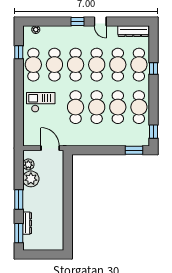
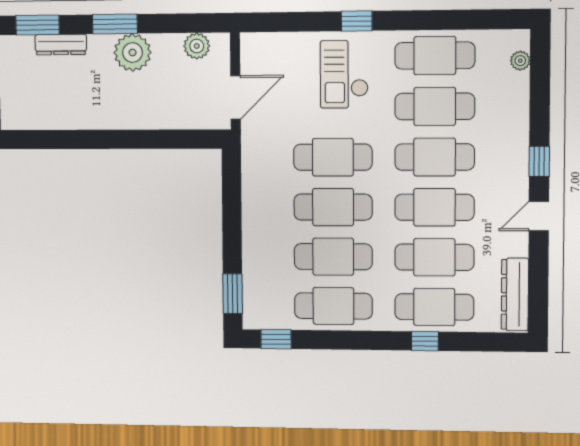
window: (19, 52) -> (357, 21), moved
checkout: (41, 102) -> (344, 74), turned 180
plant: (31, 179) -> (132, 53), moved

